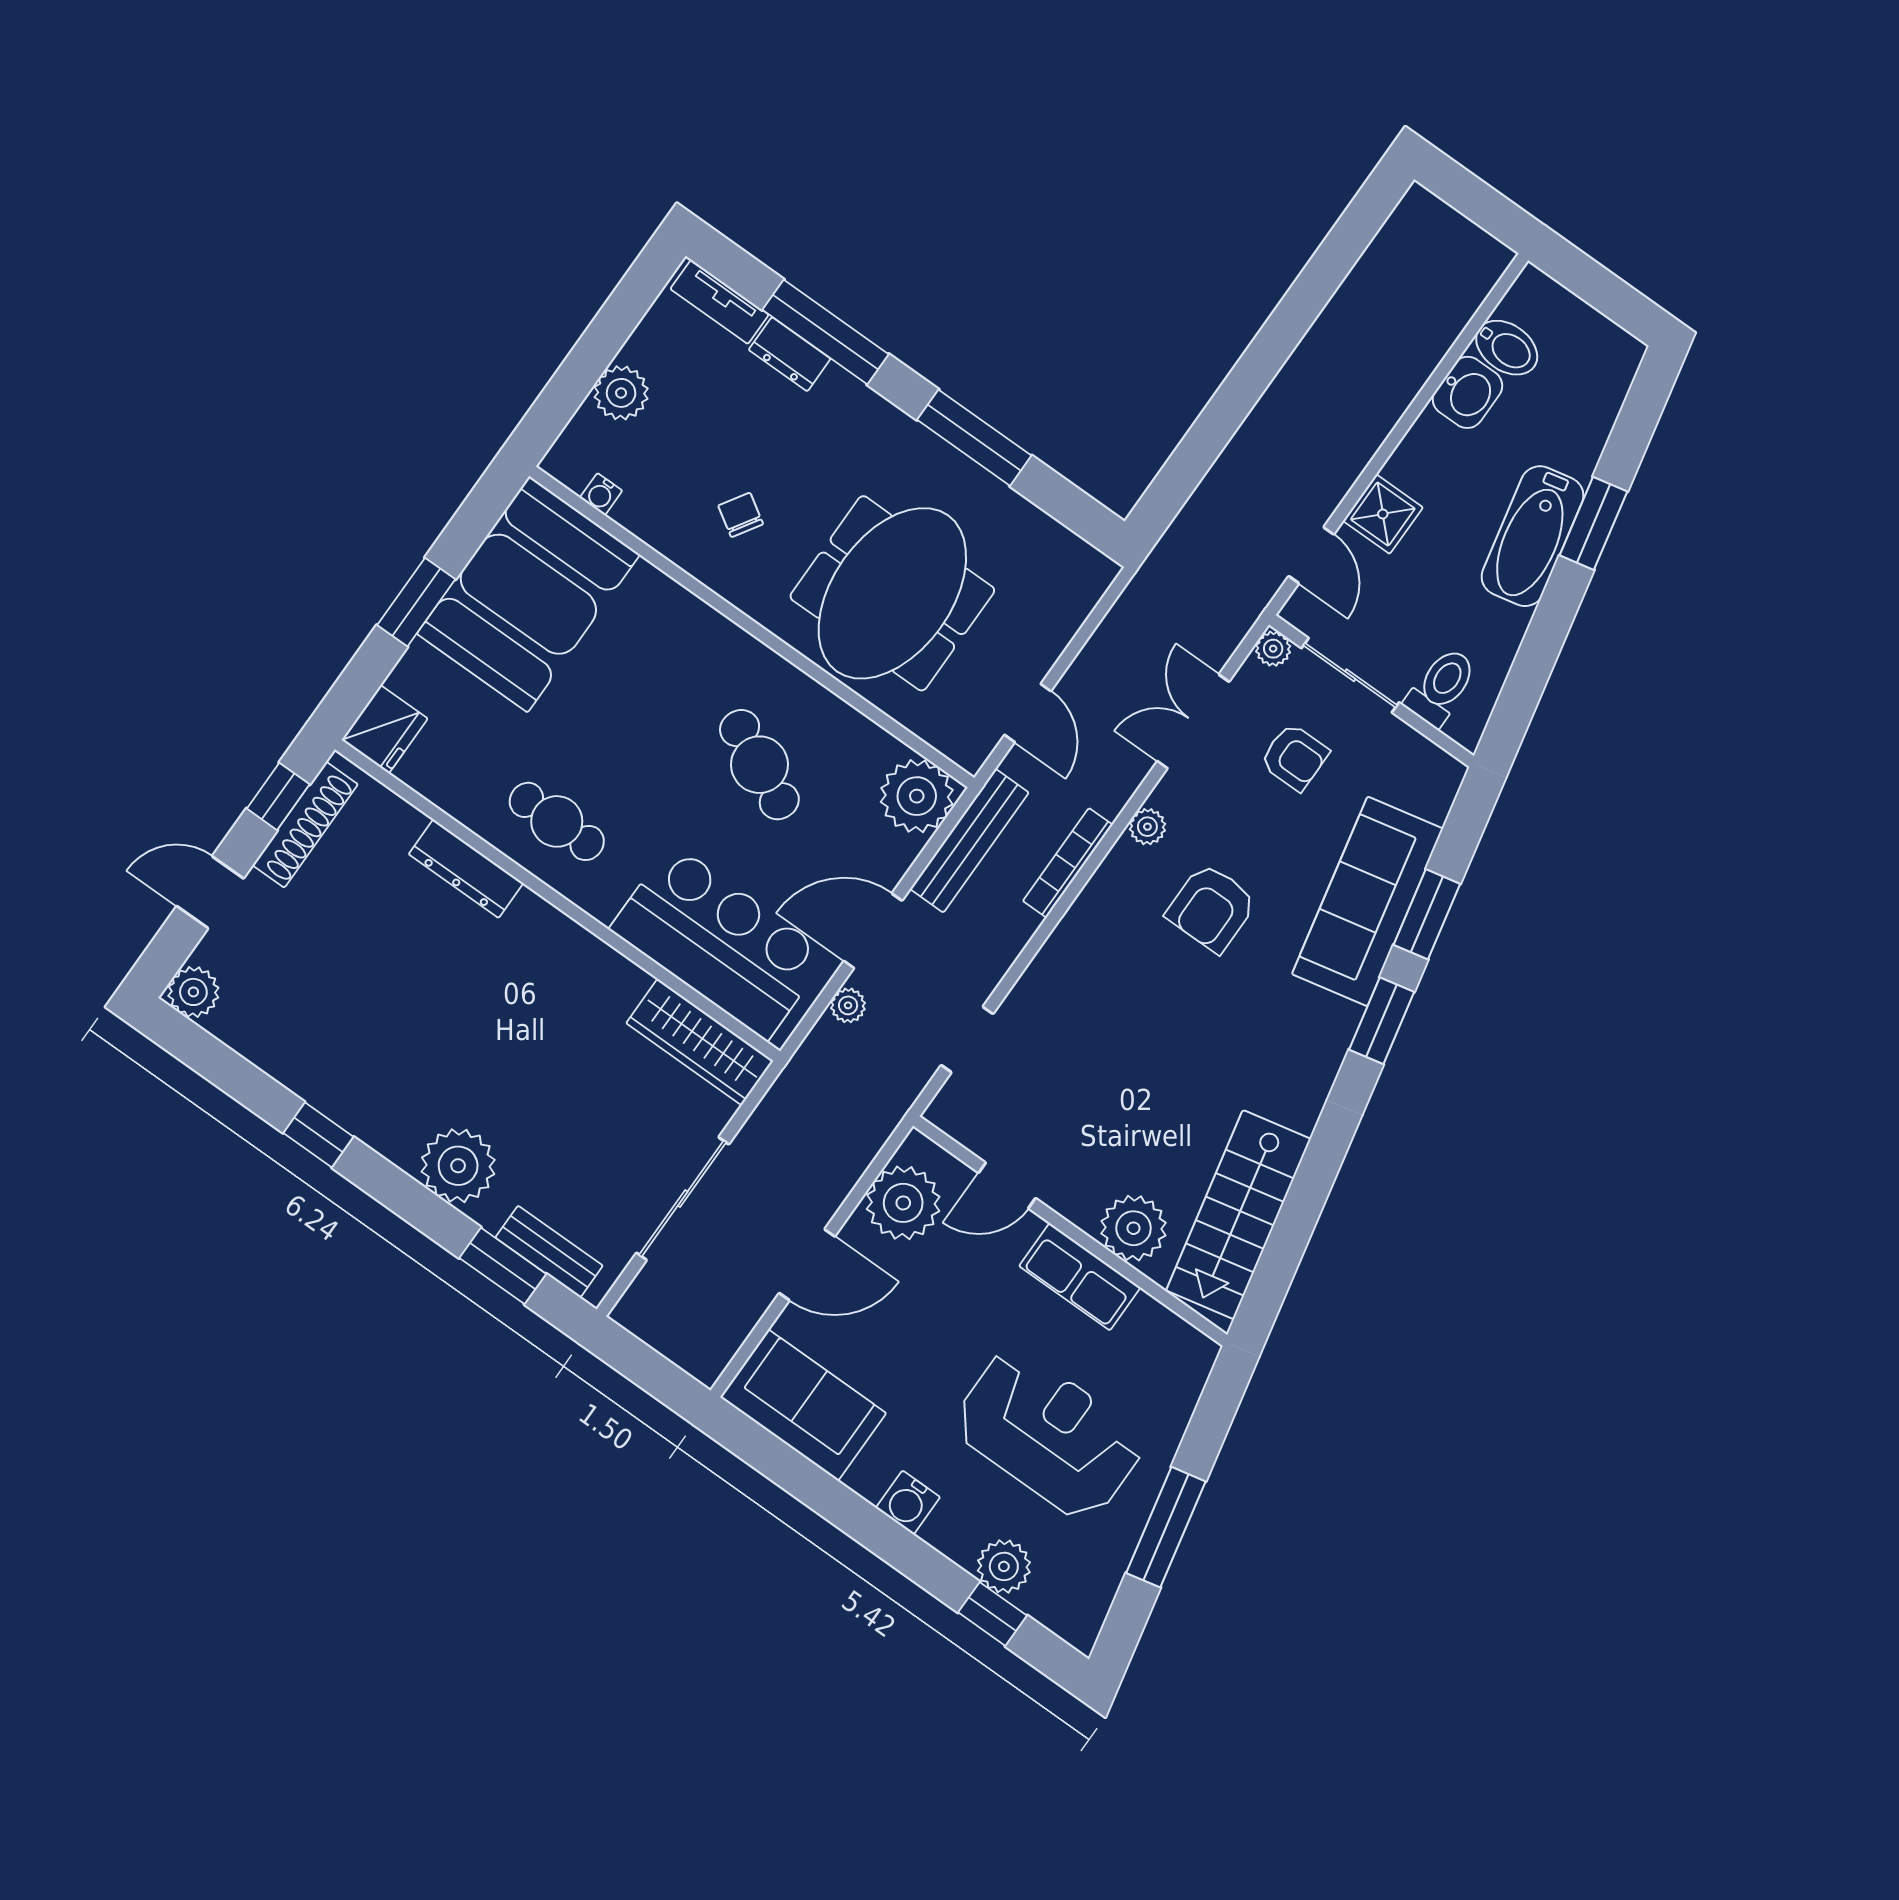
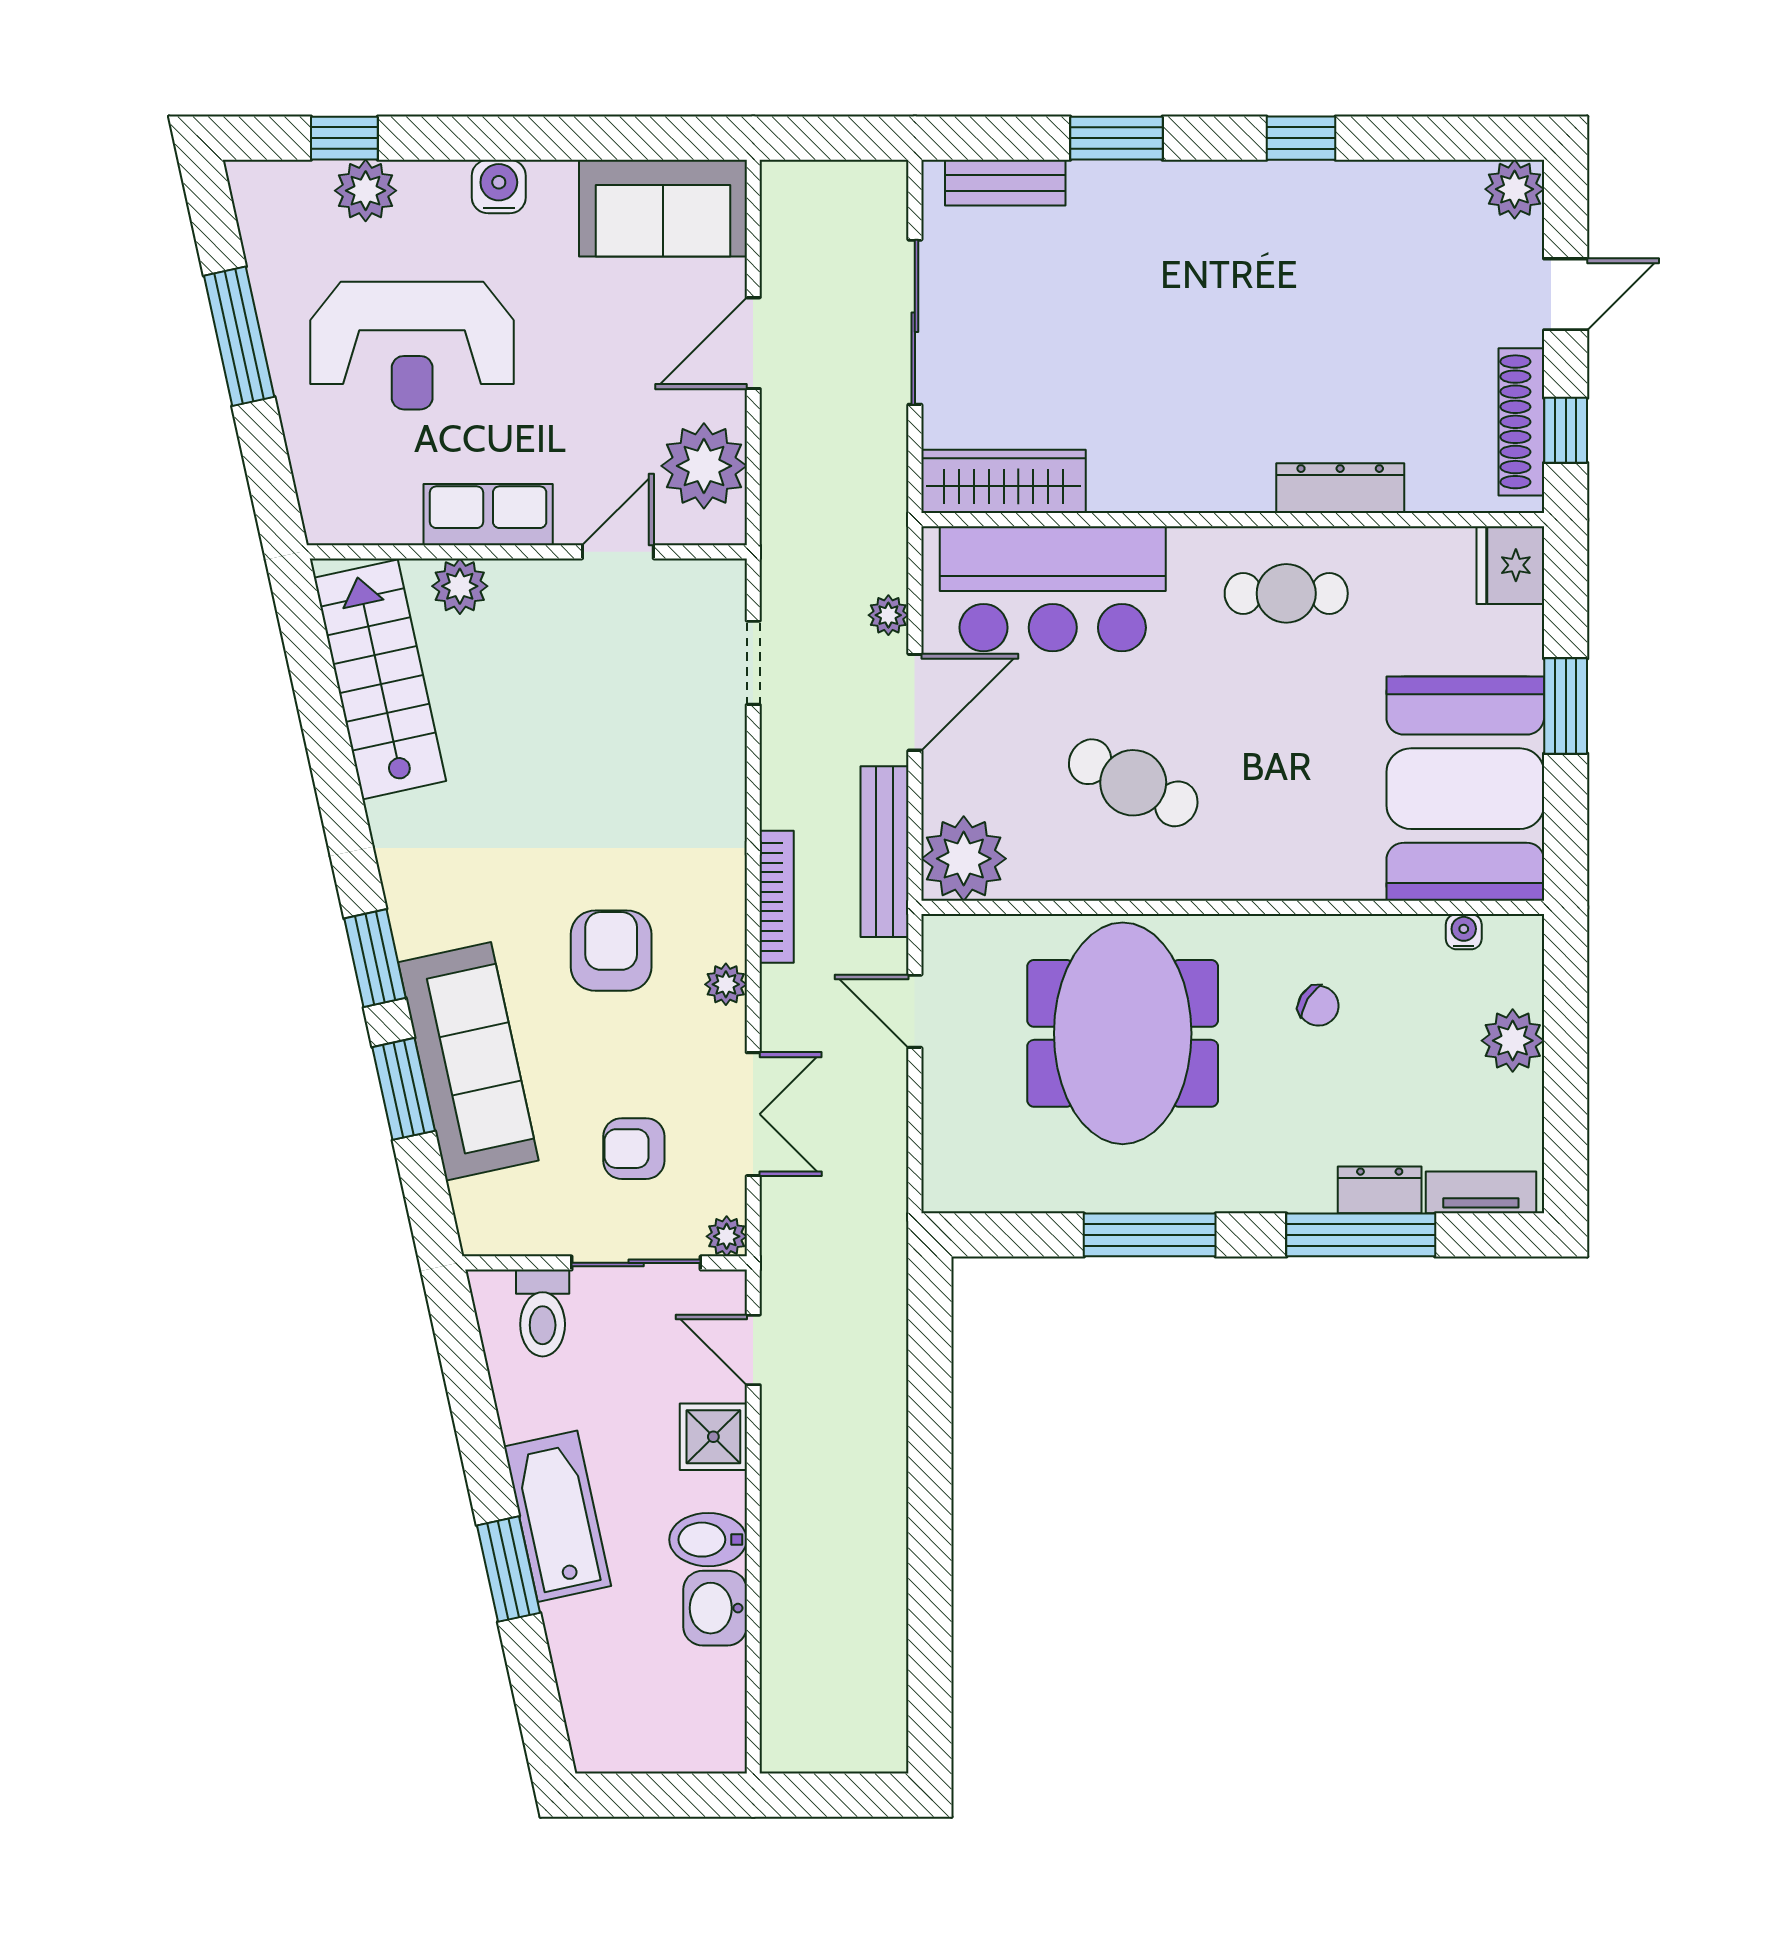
bidet: (1507, 348) -> (708, 1540), moved
plant: (458, 1166) -> (1149, 203), removed
plant: (1133, 1228) -> (460, 586), width x0.73, depth x0.73
window: (503, 1266) -> (1116, 138), moved

